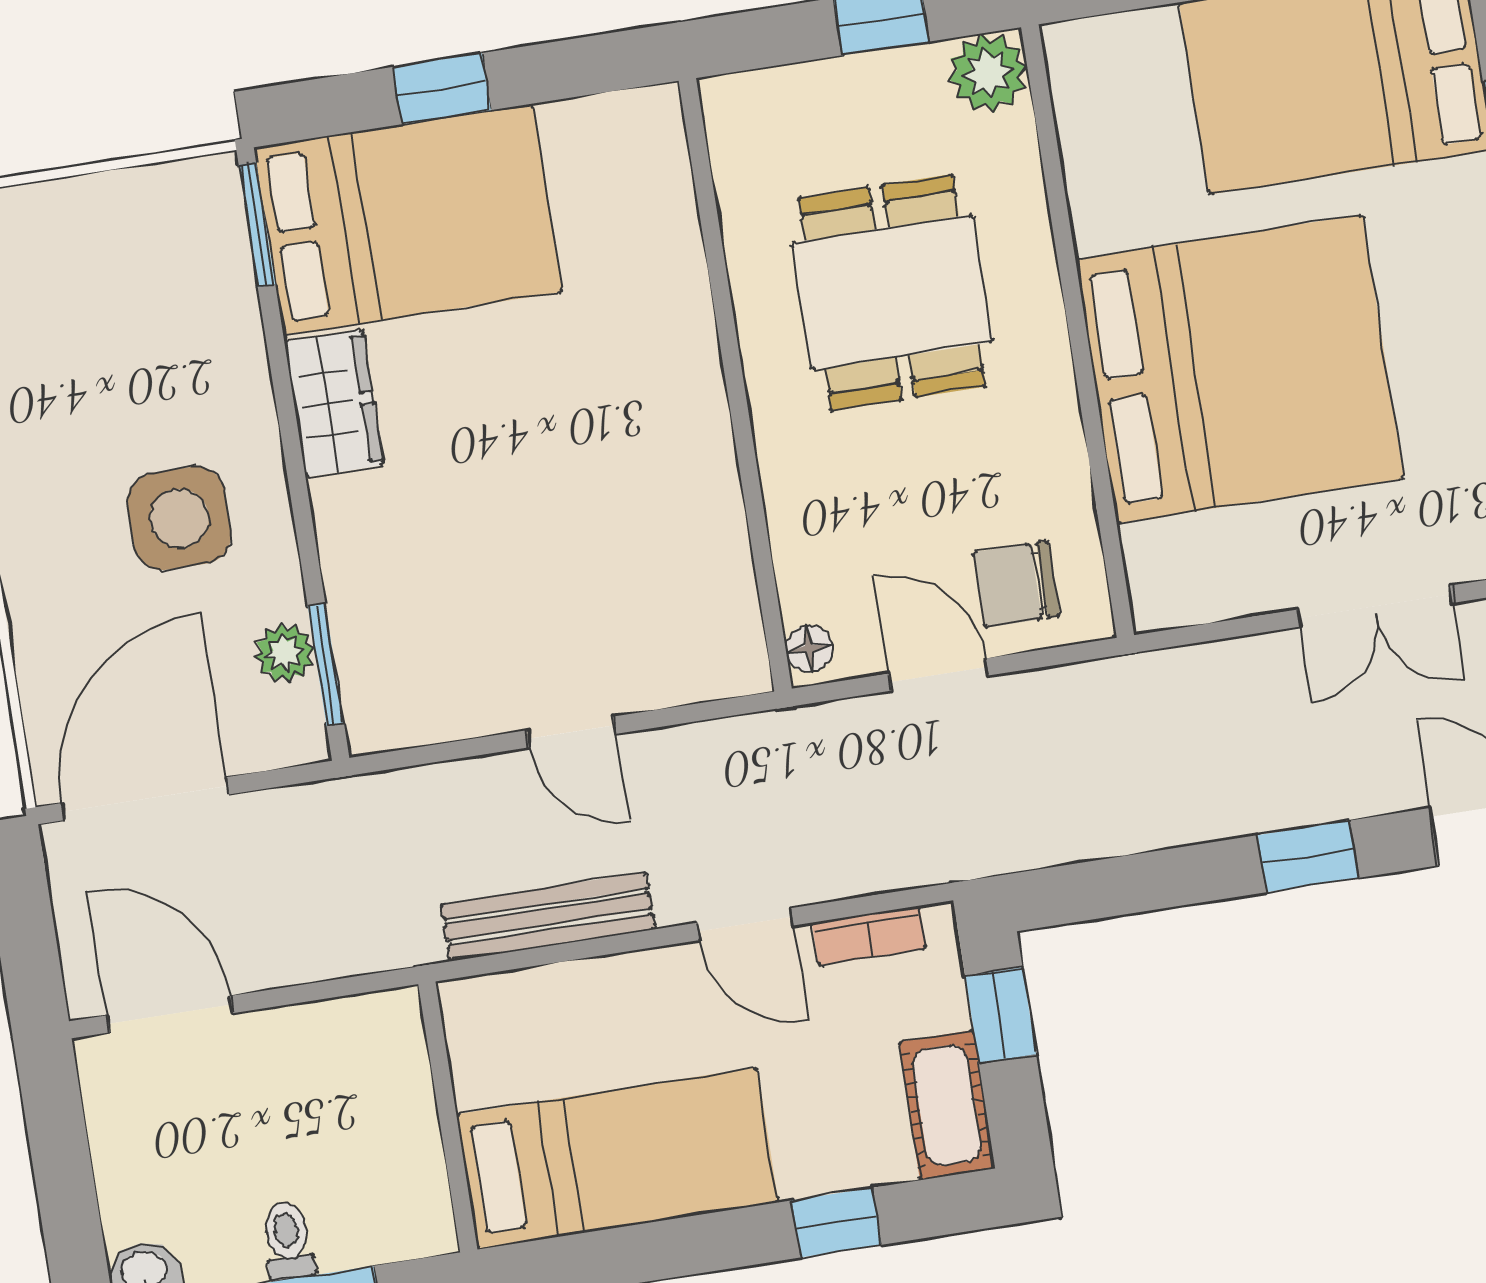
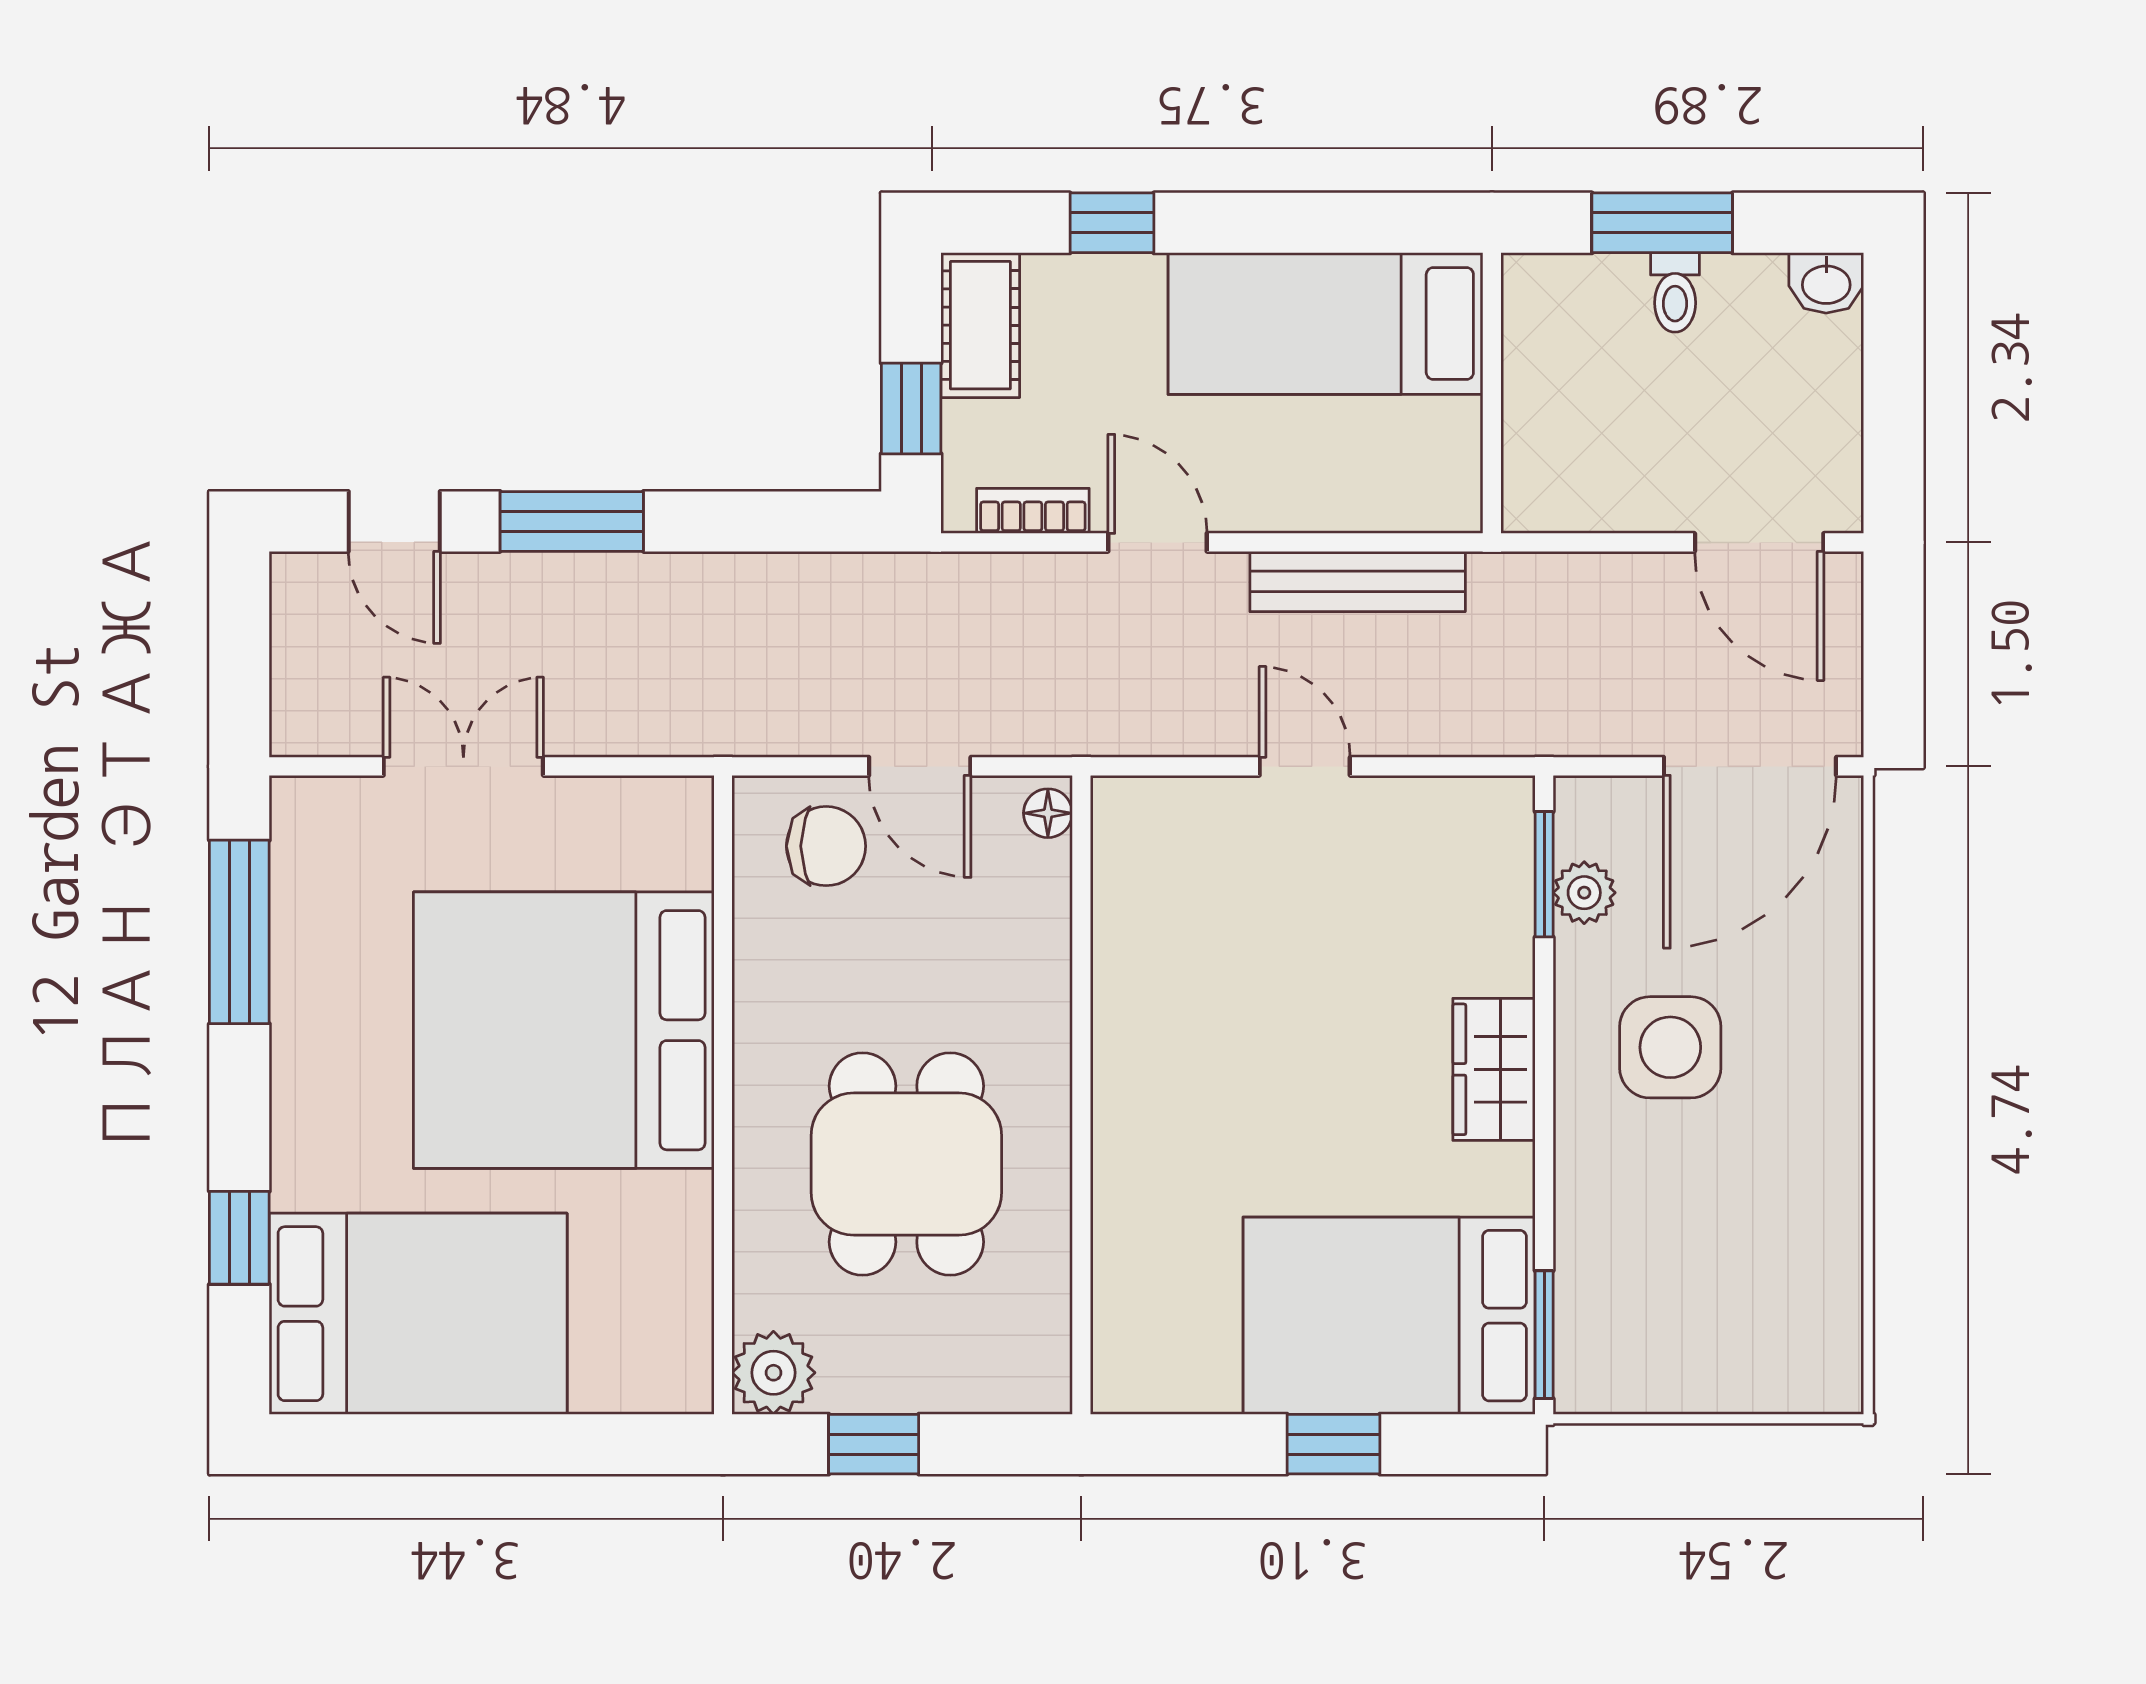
wardrobe: (334, 403) -> (1494, 1069), moved
window: (1308, 856) -> (572, 521), width x1.50

